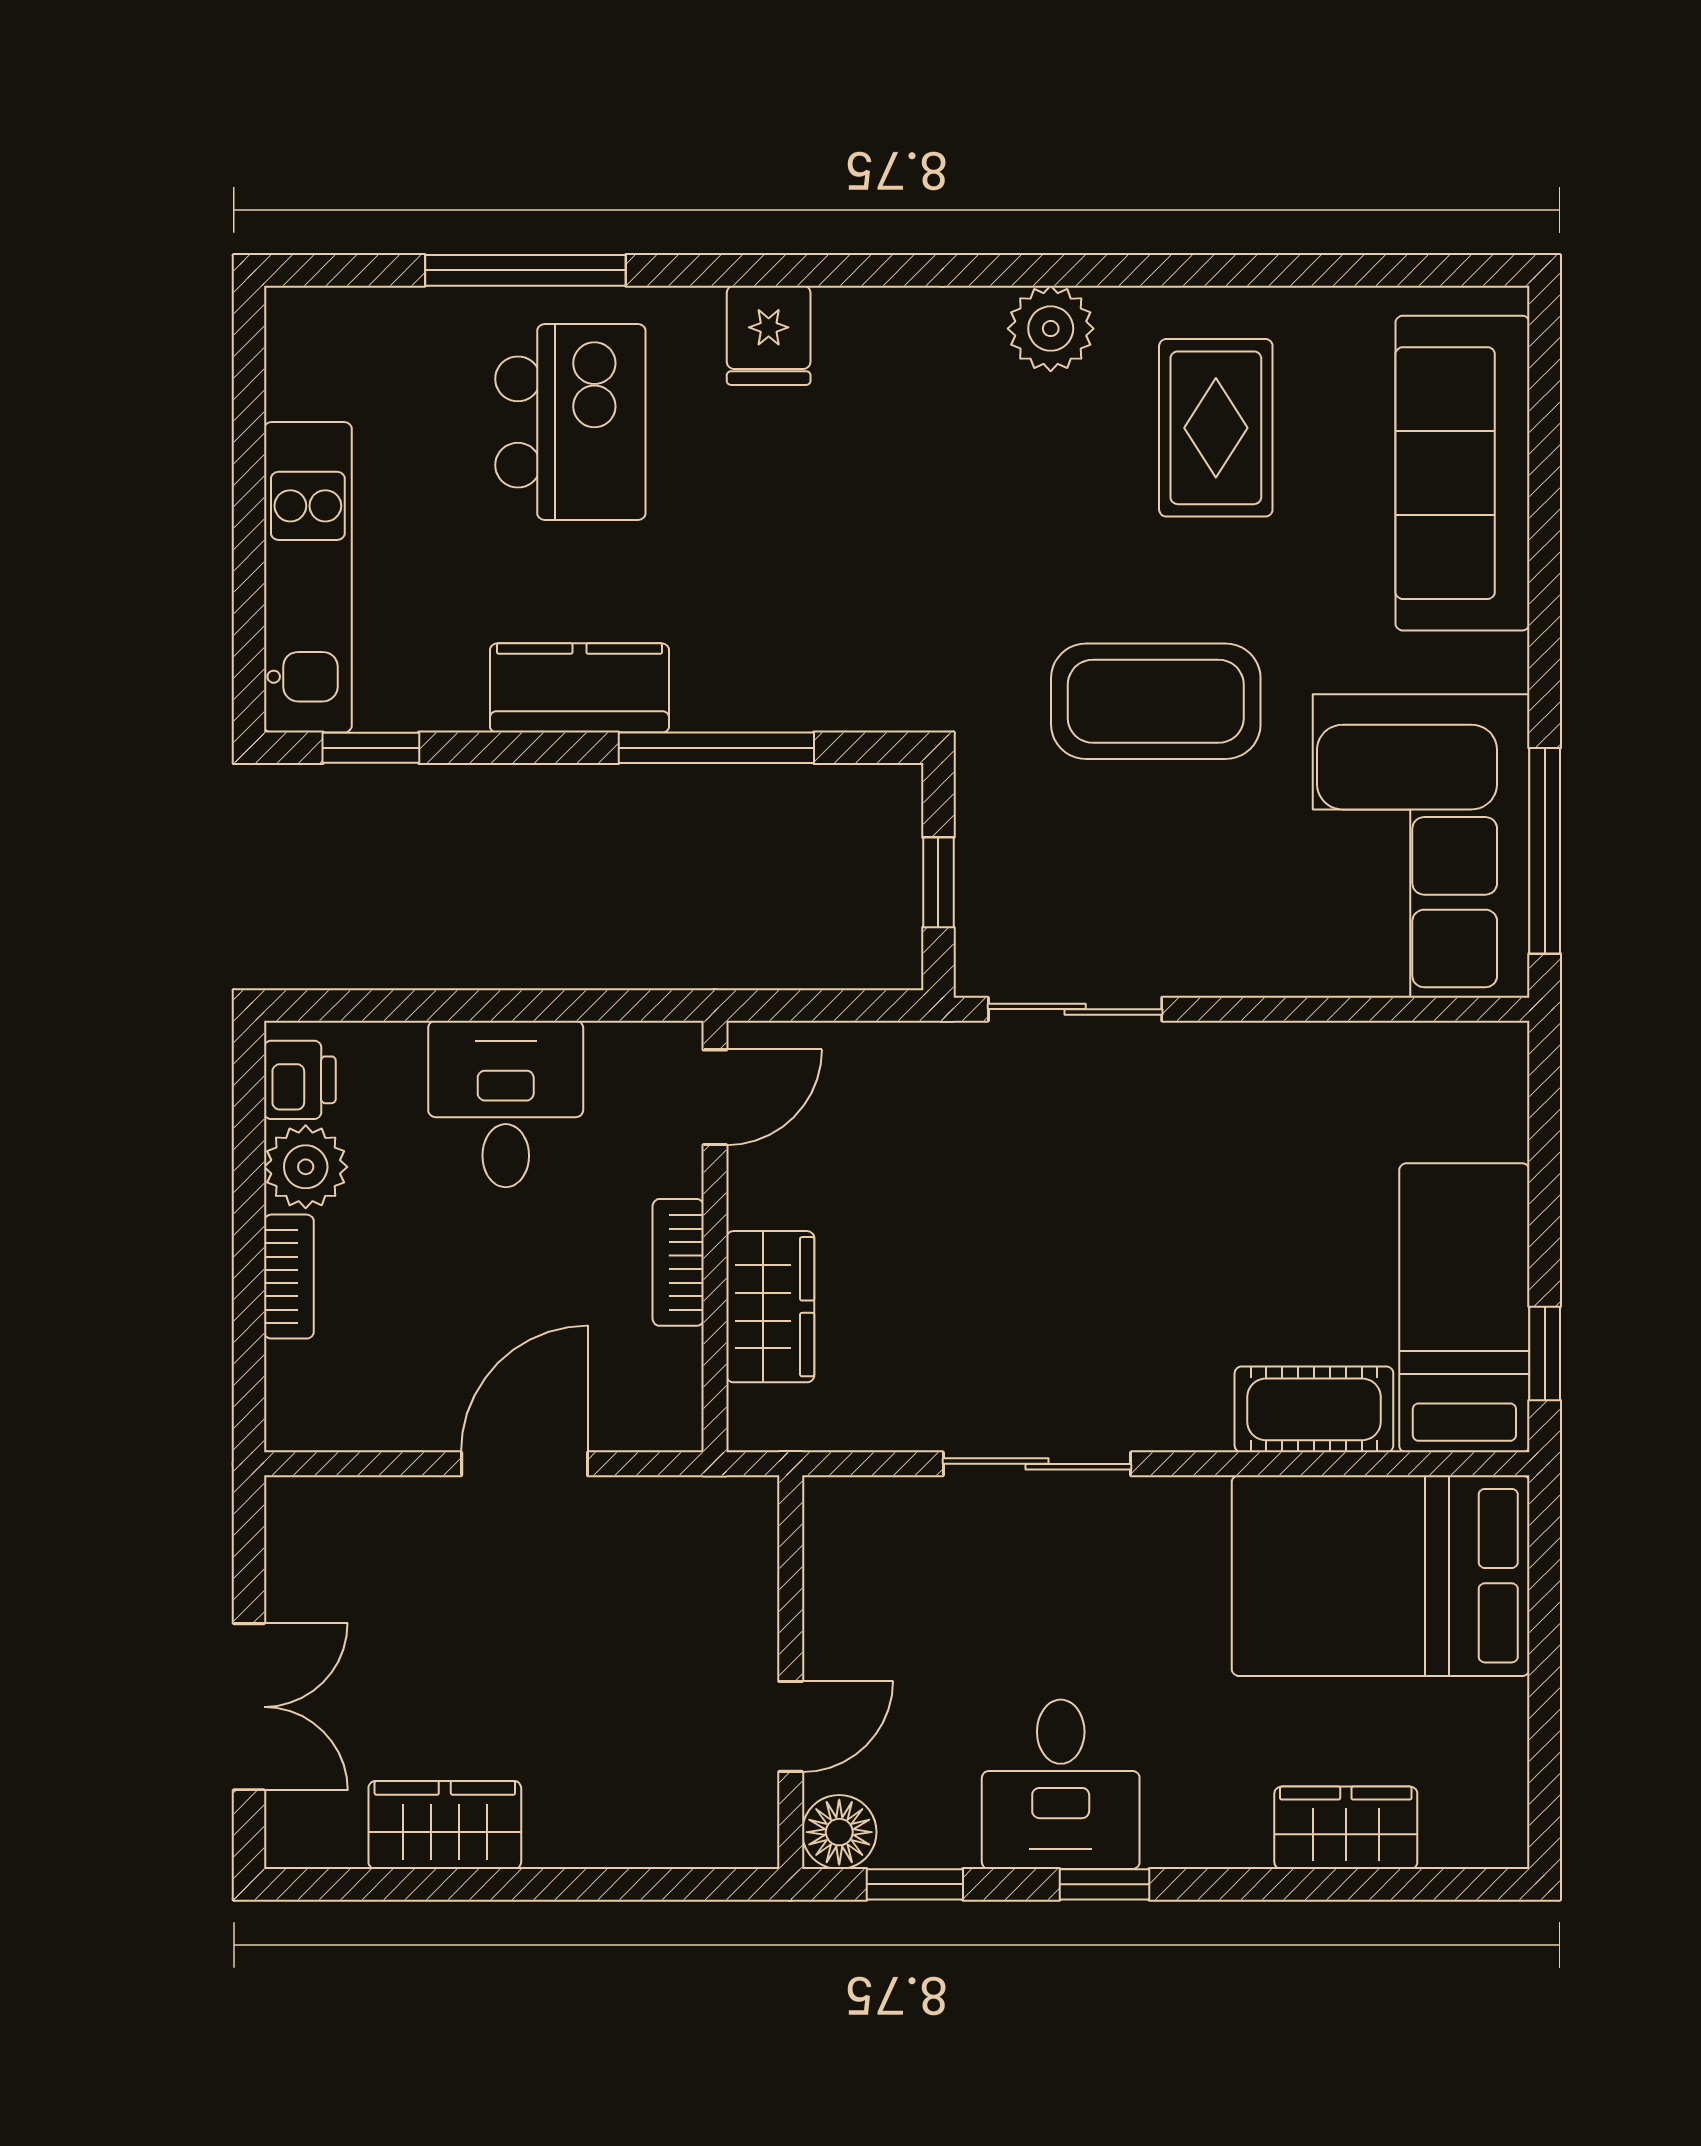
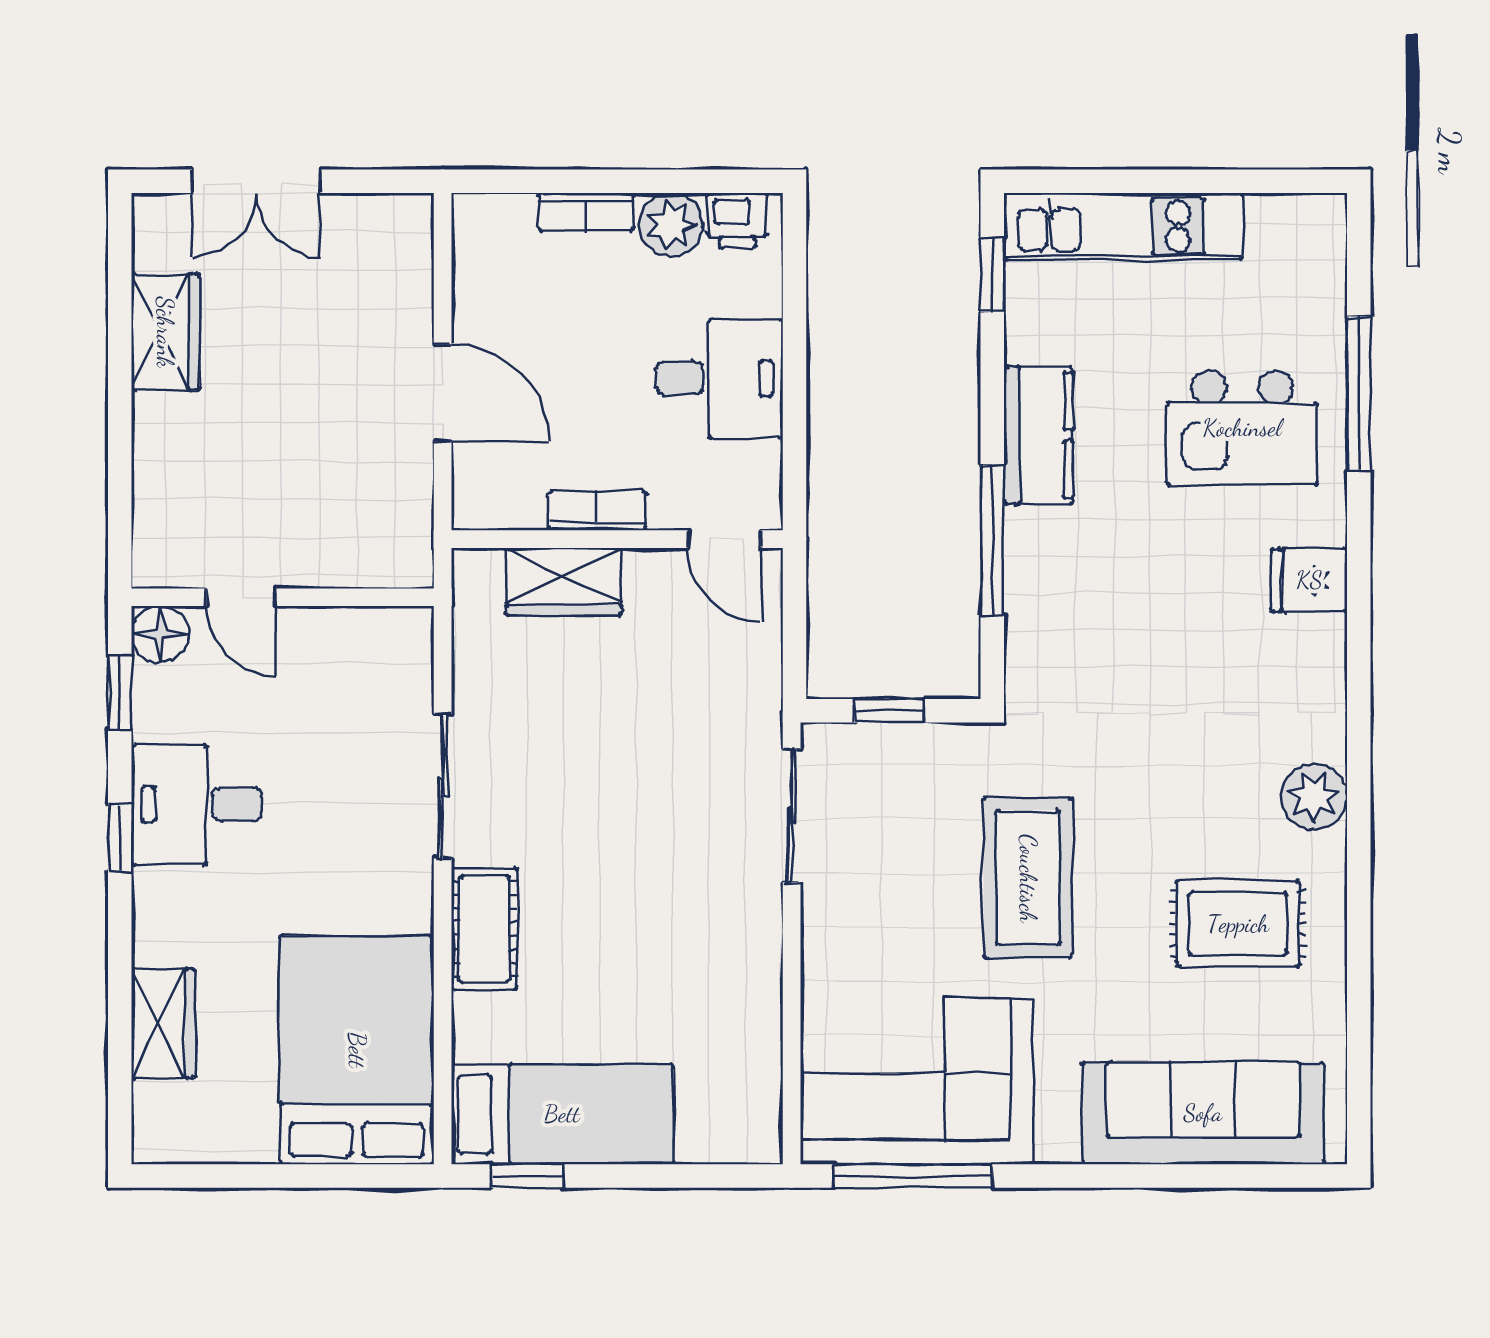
cot: (1314, 1409) -> (484, 929), moved

